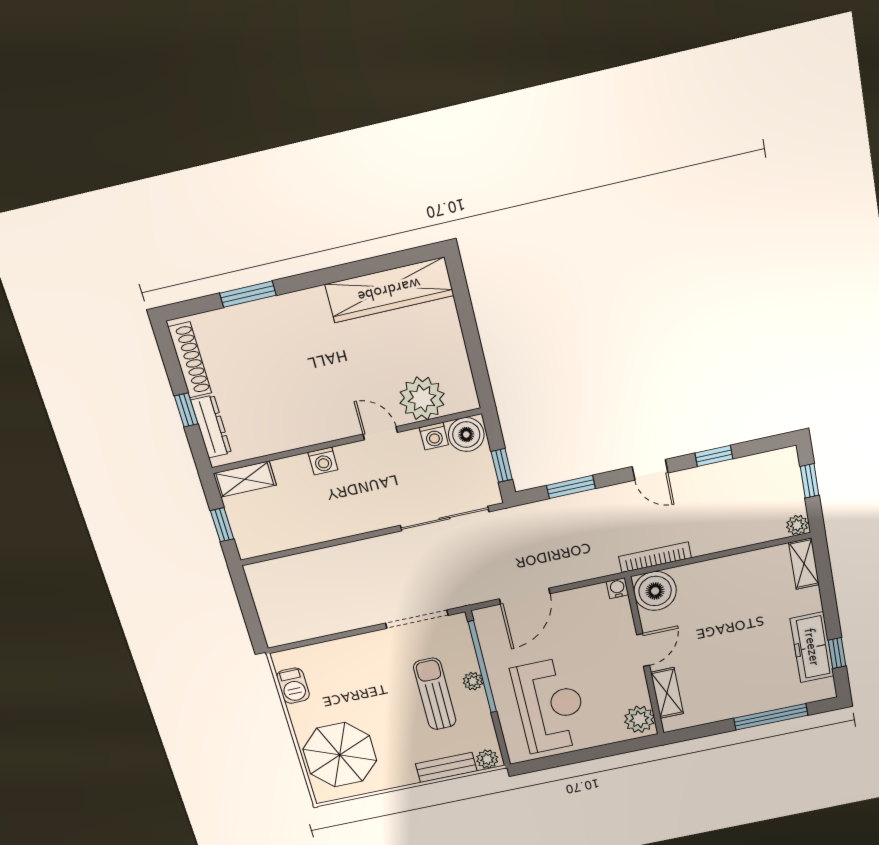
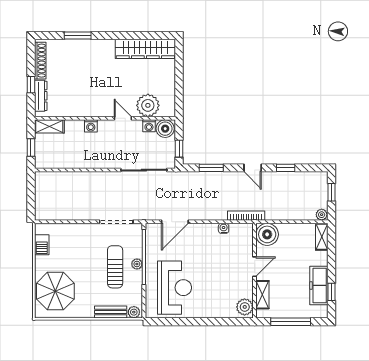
boiler: (655, 591) -> (267, 234), moved
door: (643, 650) -> (255, 267), moved
wall: (645, 657) -> (255, 271), moved
shelving: (667, 693) -> (262, 295), moved
plant: (639, 719) -> (245, 307), moved

